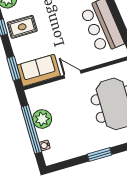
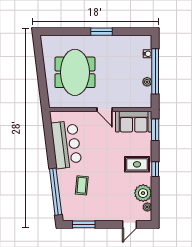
plant: (42, 119) -> (147, 82), width x0.53, depth x0.53

